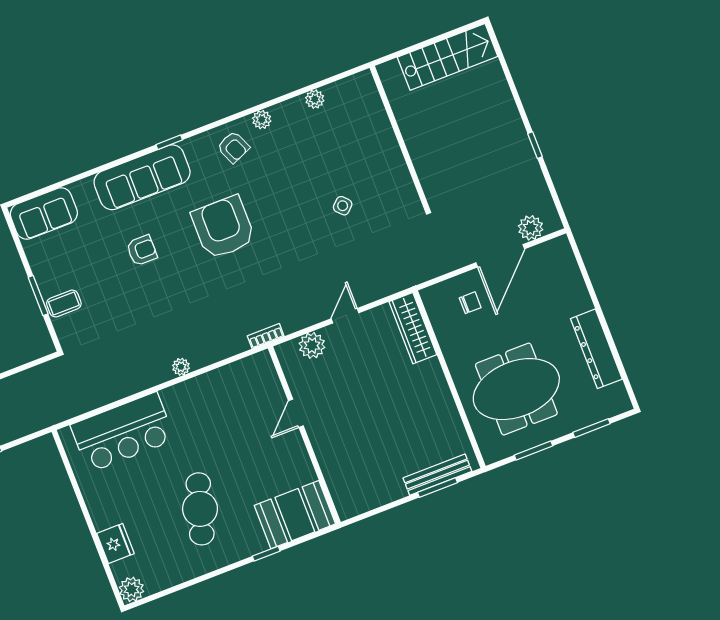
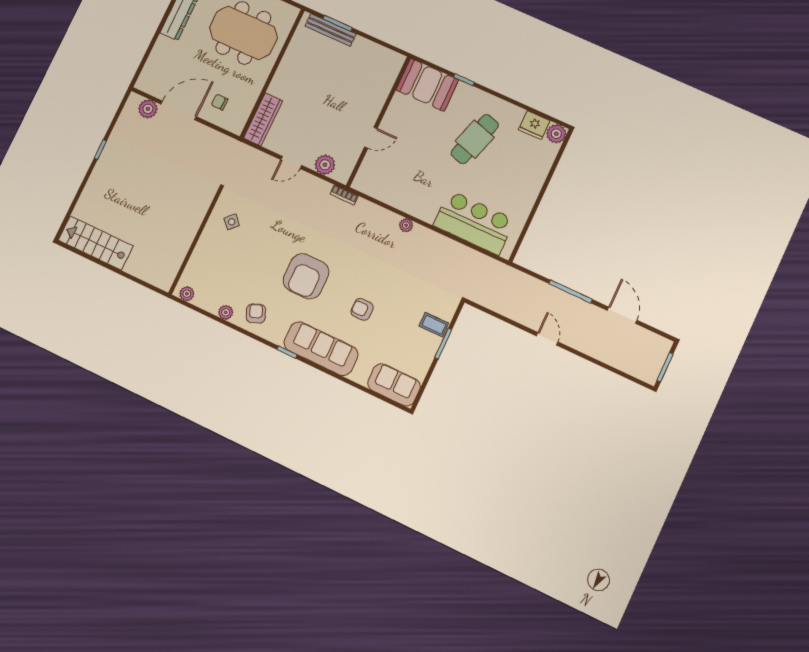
wall: (400, 138) -> (195, 241), moved
fridge: (115, 544) -> (534, 125), moved, turned -90

